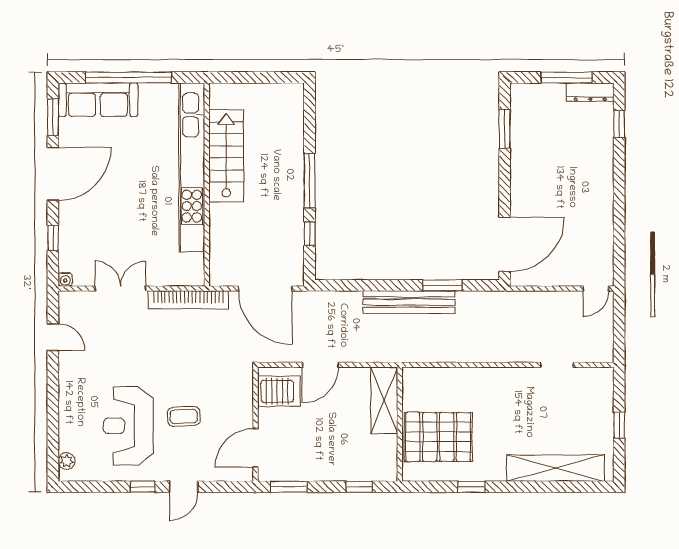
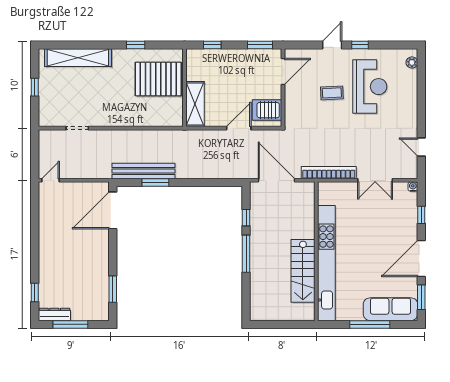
window: (128, 77) -> (370, 324), width x0.68
bench: (409, 302) -> (144, 171), moved

